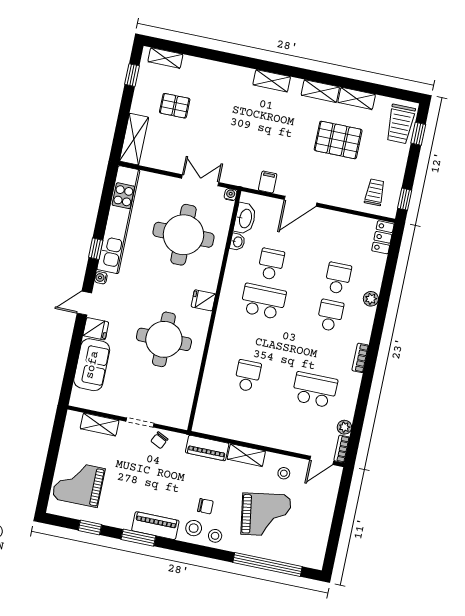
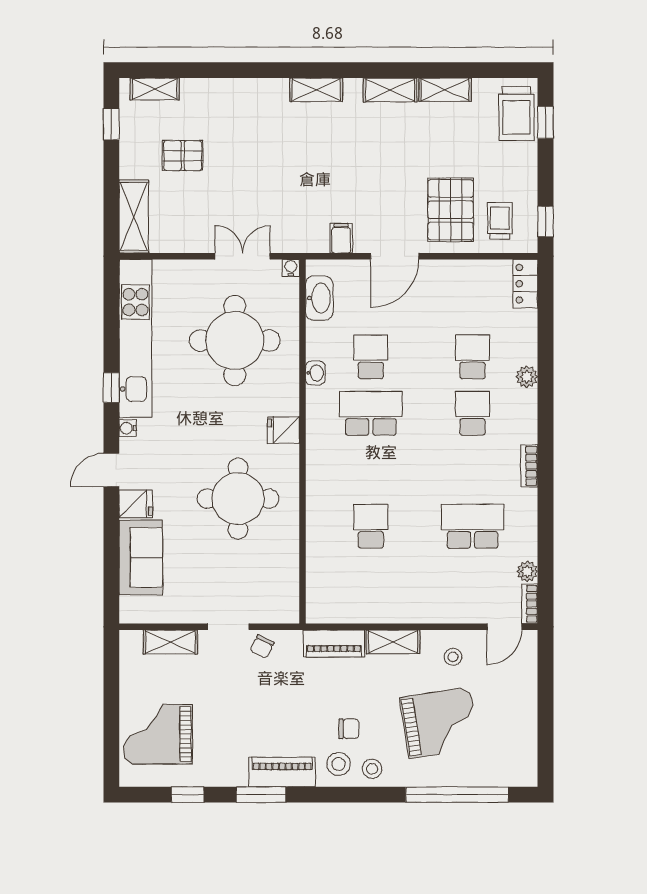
pallet: (338, 140) -> (451, 210), moved, turned 90
washbasin: (237, 242) -> (315, 373), moved

